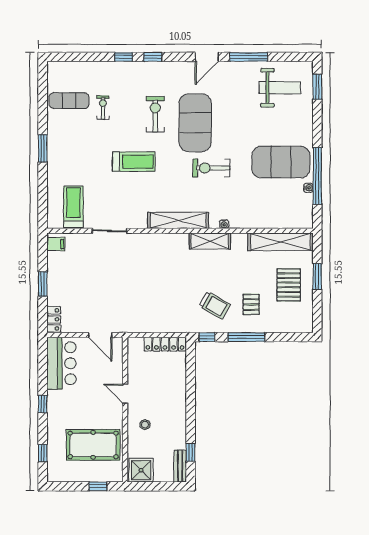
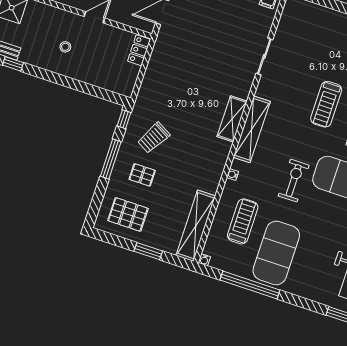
water cooler: (308, 188) -> (204, 260), moved
treadmill: (73, 207) -> (243, 221), moved, turned -90
shelving: (210, 241) -> (232, 119), moved
pallet: (289, 285) -> (128, 214), moved
locker: (165, 344) -> (139, 50), moved, width x0.66
stool: (145, 425) -> (65, 47), moved

